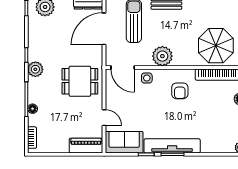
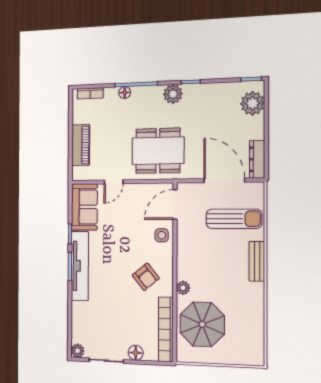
plant: (162, 56) -> (183, 288), moved, width x0.53, depth x0.53
dining table: (80, 81) -> (158, 151), width x1.38
armchair: (180, 91) -> (146, 277), turned -129
piano: (86, 146) -> (81, 145), moved

